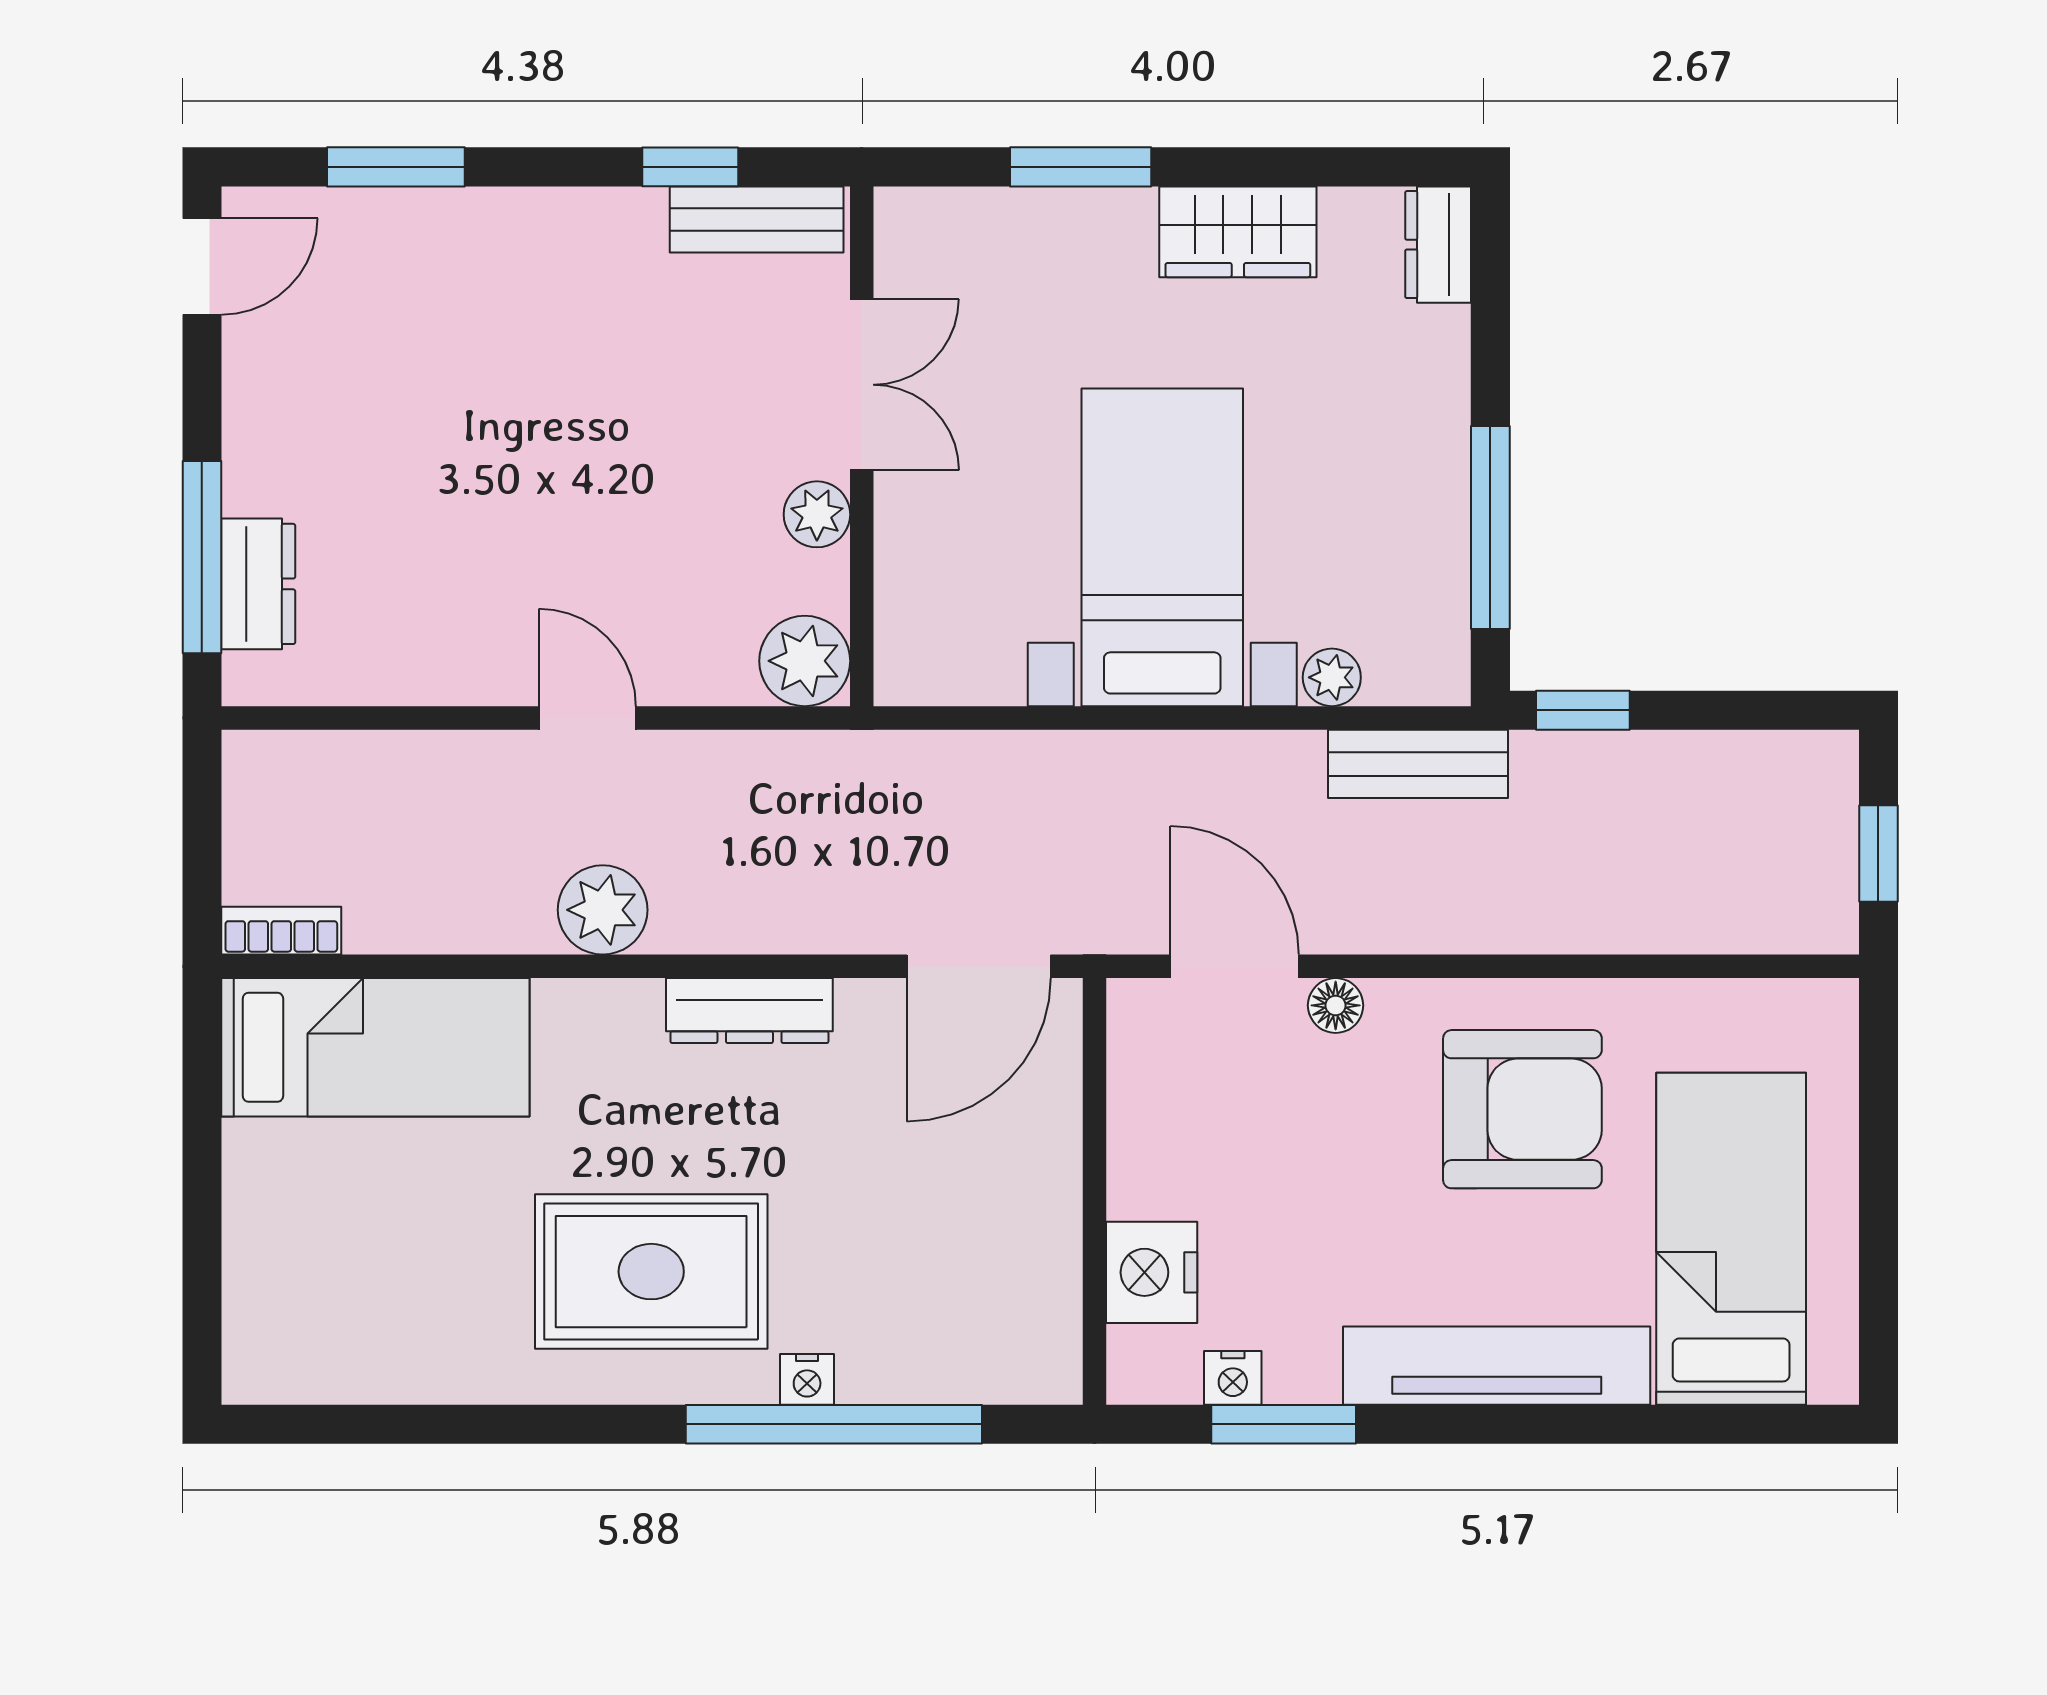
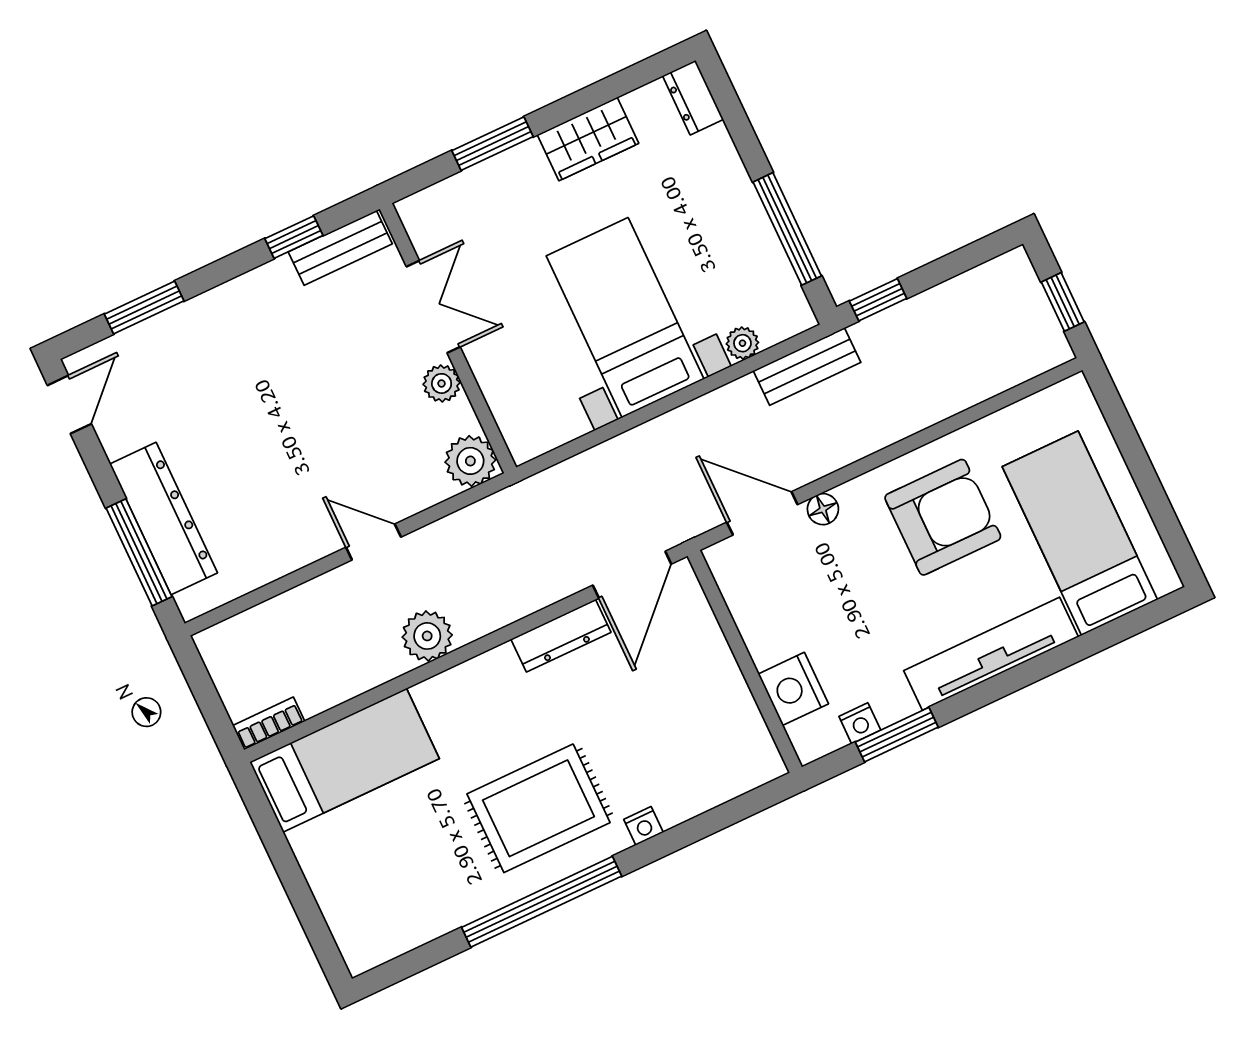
dresser: (258, 584) -> (163, 518), width x1.96, depth x1.24
dresser: (749, 1011) -> (561, 636), moved
window: (834, 1424) -> (542, 902), moved

